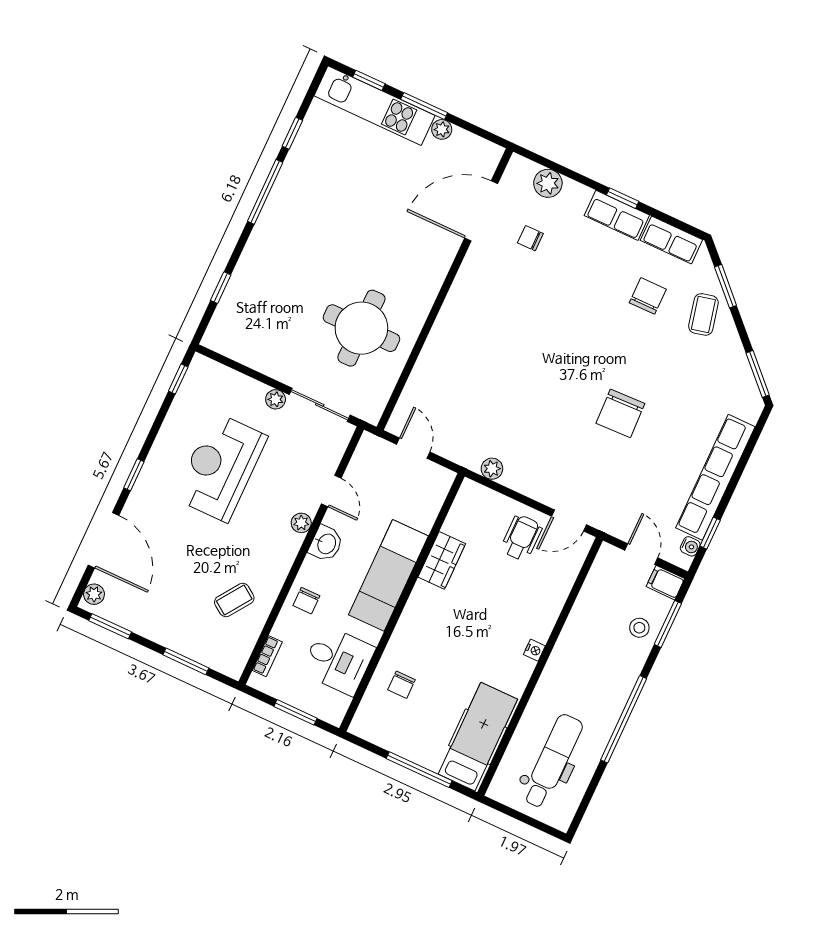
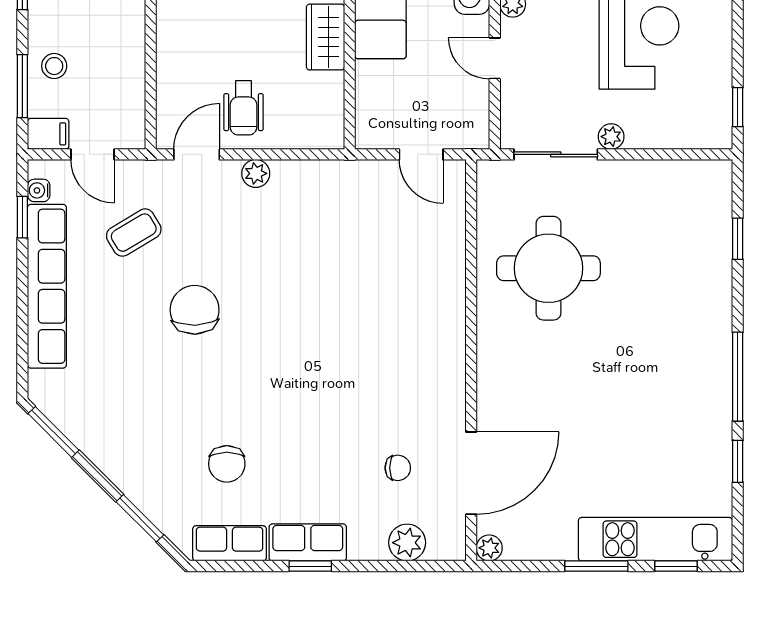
plant: (442, 129) -> (489, 548), moved
coffee table: (703, 314) -> (134, 233), moved, turned 72
plant: (492, 469) -> (256, 173), moved

